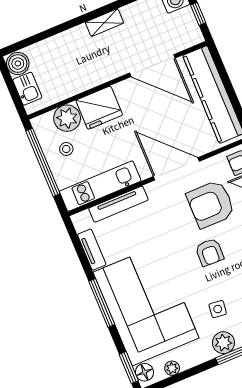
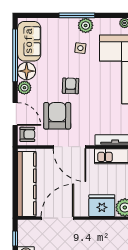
door: (152, 66) -> (57, 218), hinge flipped
armchair: (211, 204) -> (57, 116), turned -90

